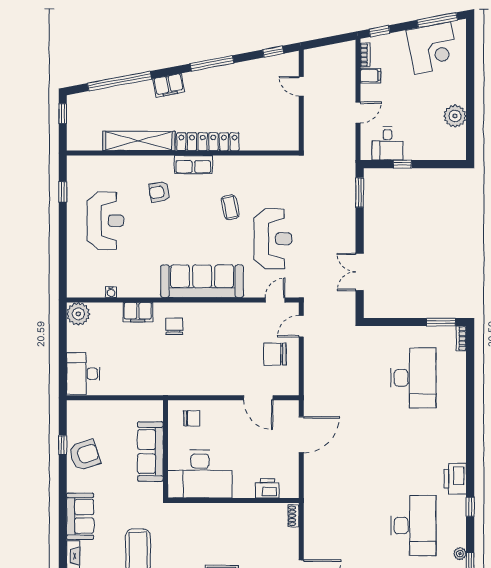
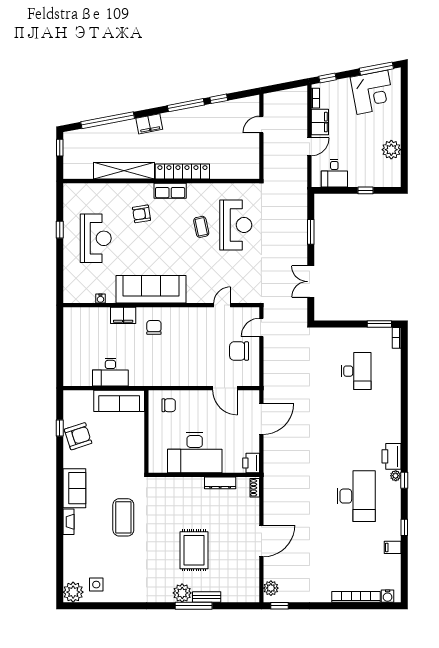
window: (273, 52) -> (219, 99), moved
filing cabinet: (370, 76) -> (320, 122), width x2.00
door: (301, 86) -> (261, 125), hinge flipped
window: (402, 164) -> (366, 190), moved
window: (63, 192) -> (60, 230), moved
window: (360, 193) -> (311, 232), moved
reception desk: (273, 239) -> (236, 225), moved
sofa: (202, 281) -> (151, 289), moved
door: (275, 300) -> (222, 305), moved
plant: (78, 314) -> (73, 317), removed
desk: (83, 374) -> (110, 372), moved, turned -90
desk: (413, 378) -> (356, 371), width x0.73, depth x0.77
sofa: (150, 452) -> (119, 401), moved, turned -90
desk: (200, 474) -> (195, 452), moved
printer: (267, 488) -> (251, 463), moved, turned -90
dresser: (253, 510) -> (220, 483), added
plant: (460, 554) -> (396, 476), moved

